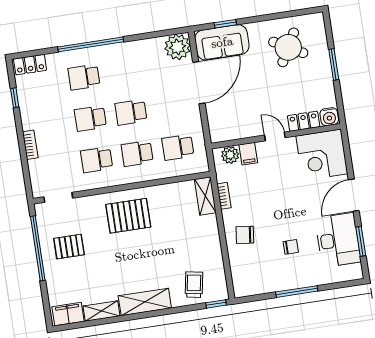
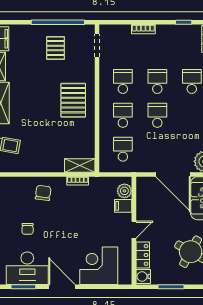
water cooler: (329, 117) -> (143, 276), moved
locker: (304, 121) -> (143, 255), moved
door: (275, 136) -> (134, 230), moved
wall: (276, 136) -> (134, 231), moved
filing cabinet: (248, 154) -> (123, 206), moved
plant: (230, 155) -> (124, 191), moved

